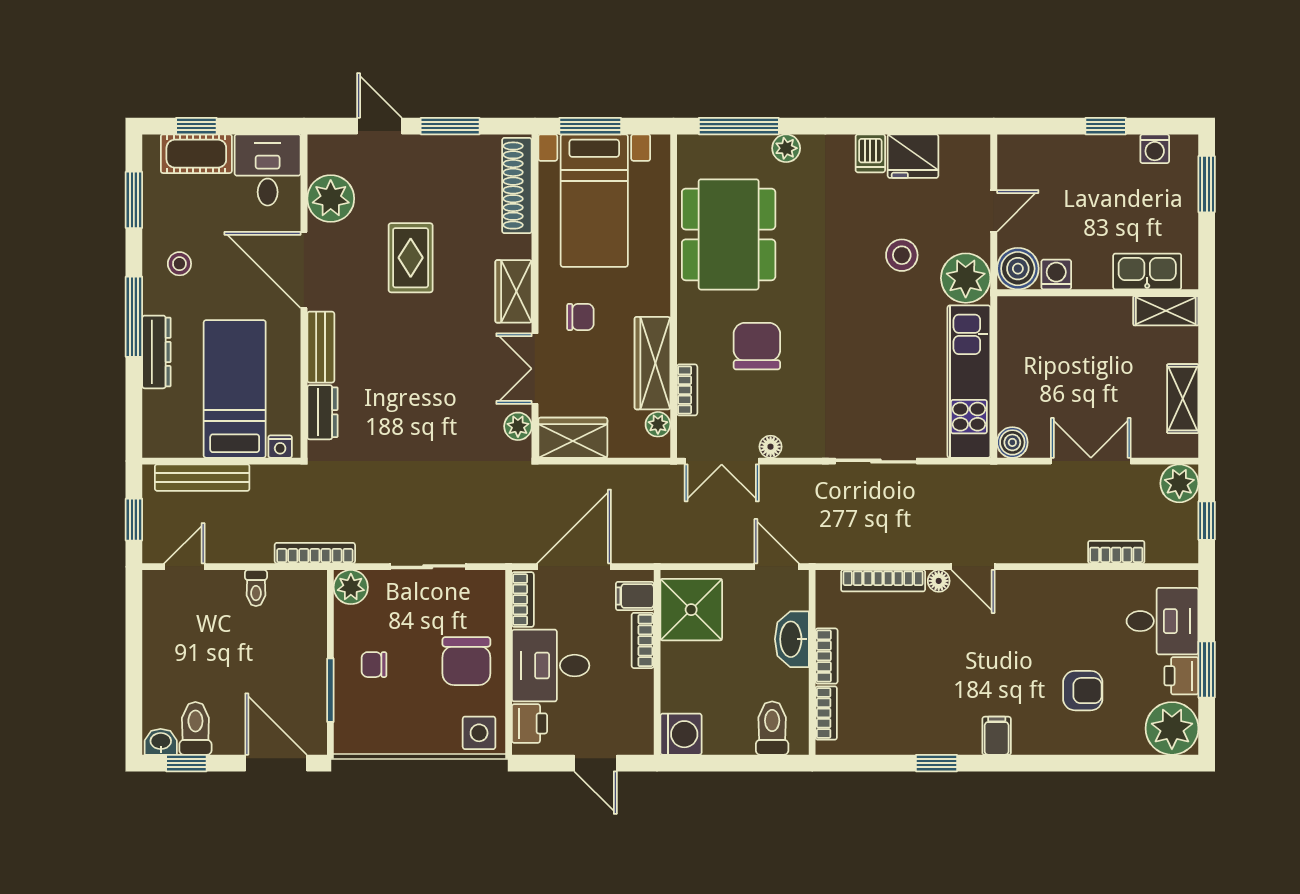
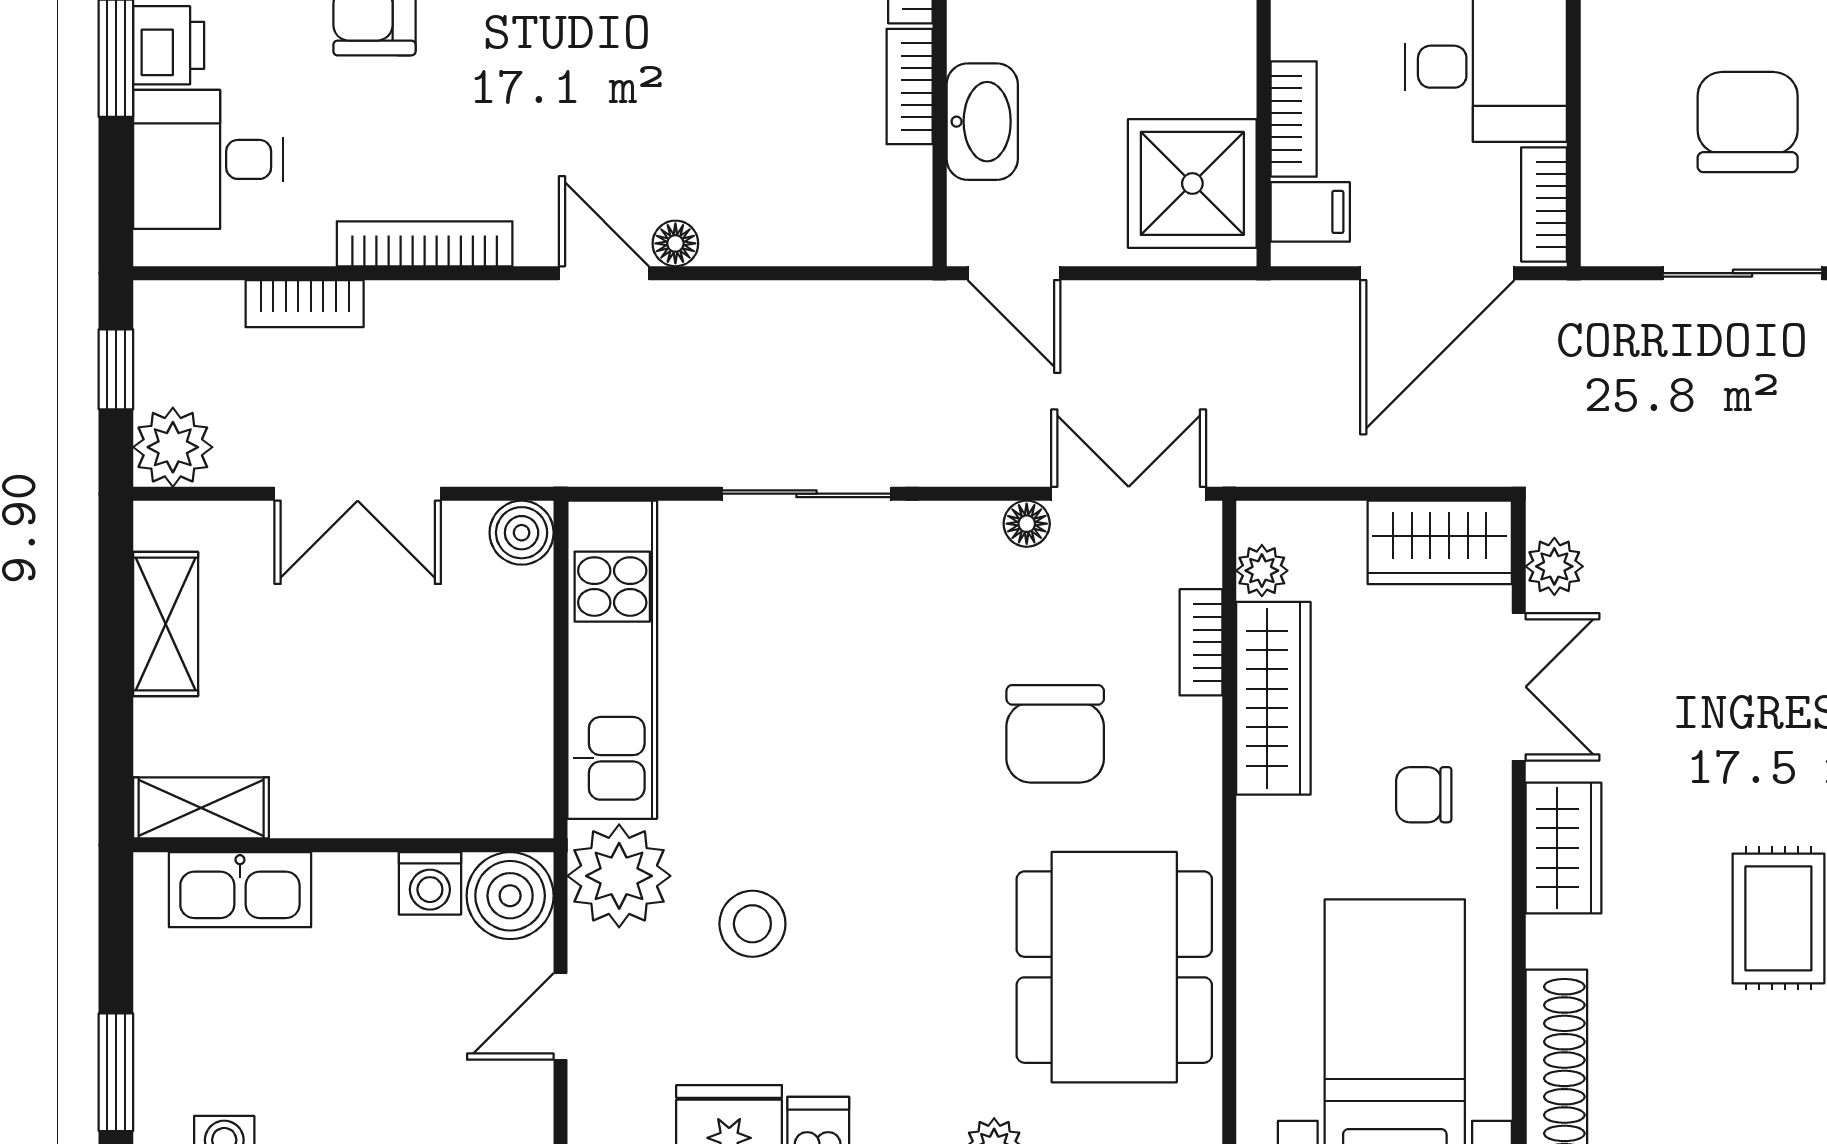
bookcase: (883, 581) -> (425, 244), moved
chair: (466, 661) -> (1748, 122), moved

